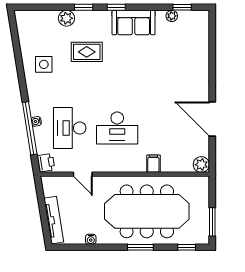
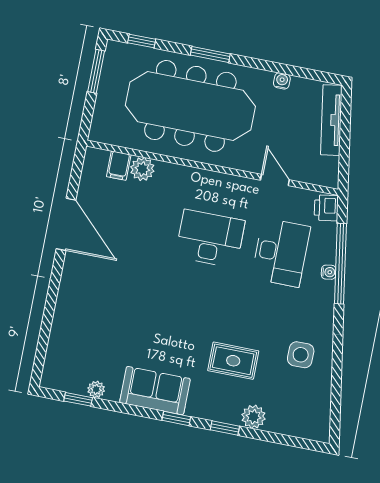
filing cabinet: (153, 164) -> (119, 166), moved
plant: (201, 165) -> (142, 169), moved

